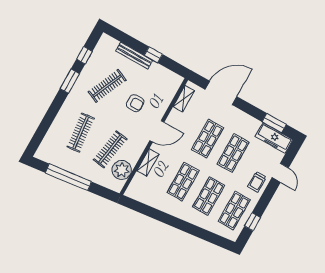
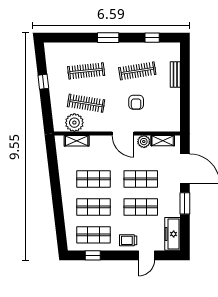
window: (153, 55) -> (185, 95), removed
bench: (134, 56) -> (175, 75), width x0.73
window: (70, 81) -> (108, 38), moved
clothes rail: (107, 86) -> (137, 71), turned -33
plant: (175, 116) -> (144, 142), added
window: (274, 123) -> (185, 203), moved
shelving: (148, 162) -> (77, 141), moved
window: (68, 177) -> (43, 82), width x0.32

